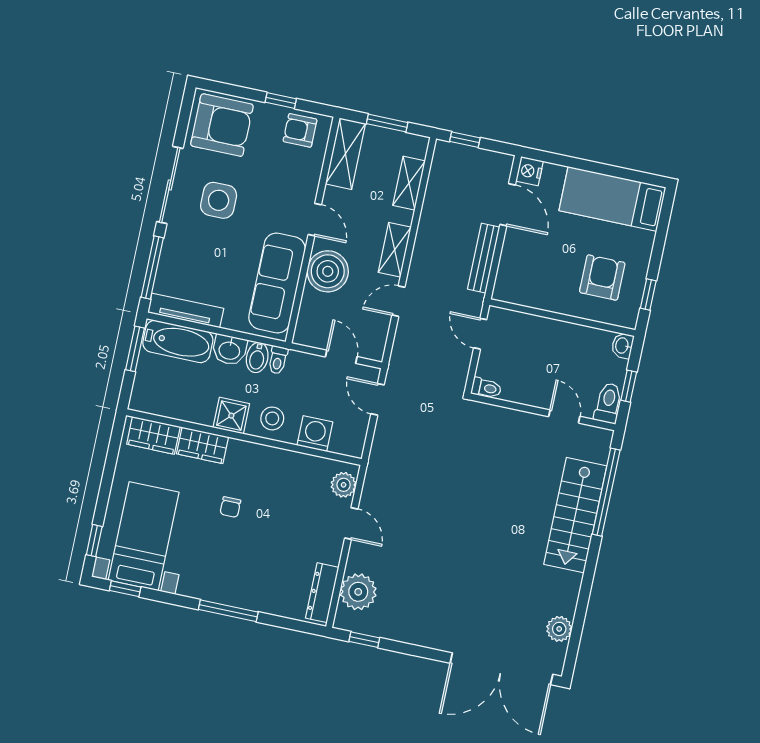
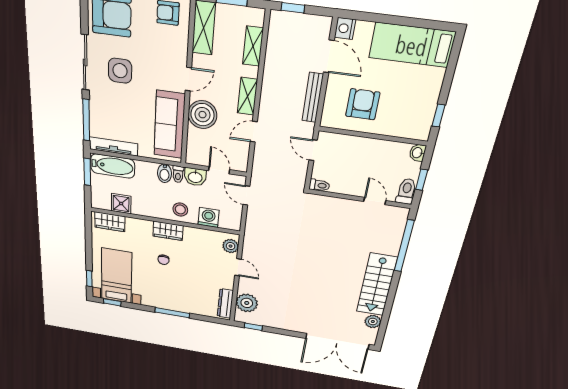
door: (315, 220) -> (188, 79), hinge flipped
armchair: (602, 278) -> (363, 104), moved
washbasin: (229, 350) -> (195, 177), moved
shower: (231, 416) -> (121, 204), moved
wardrobe: (202, 445) -> (168, 231), moved
stairs: (575, 515) -> (377, 285), moved

